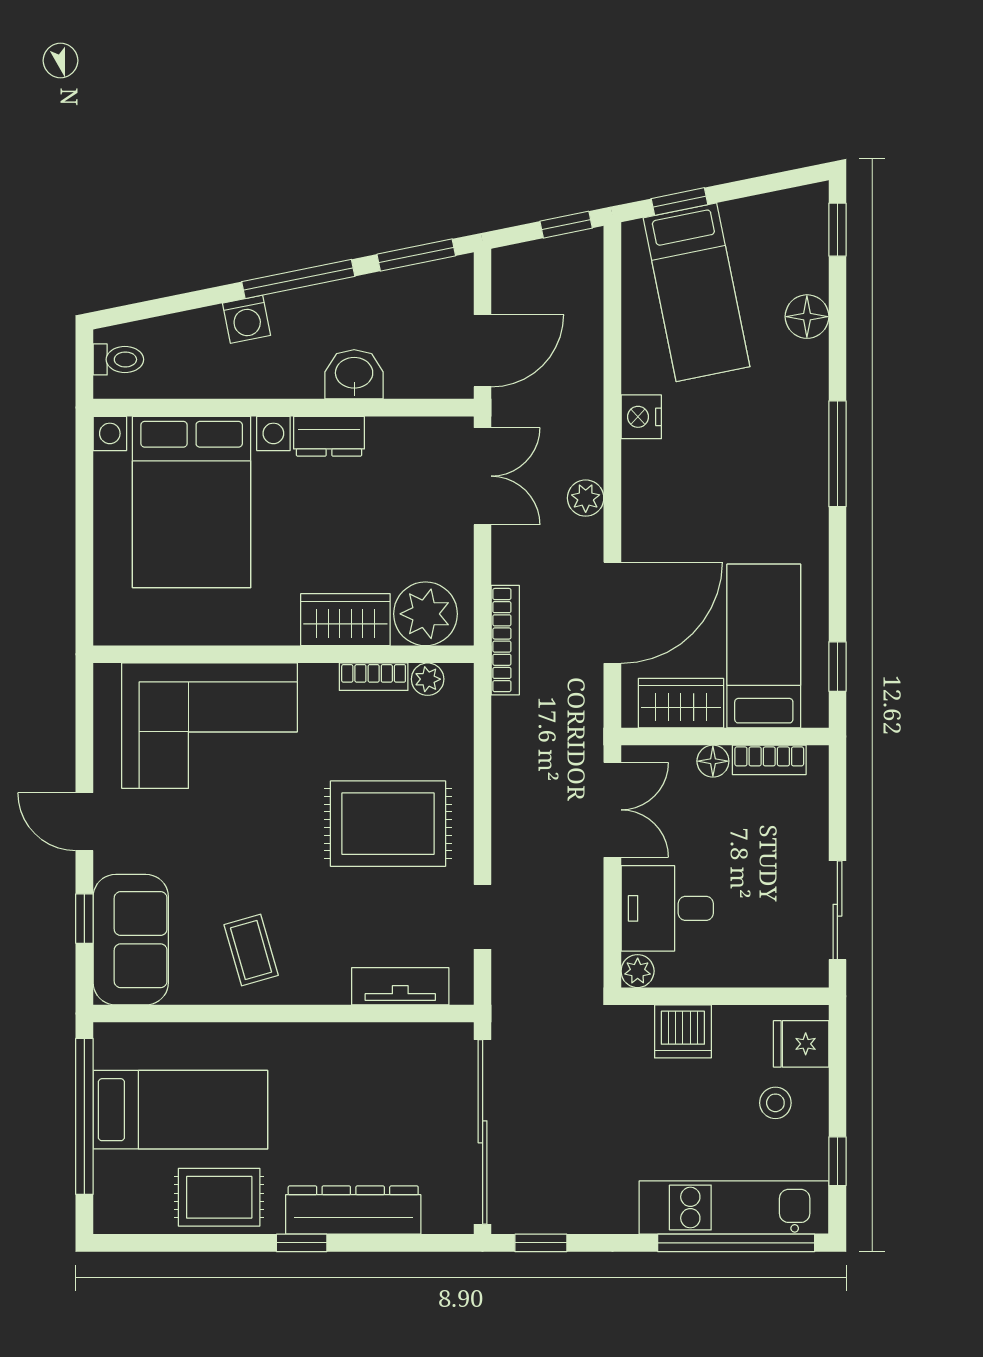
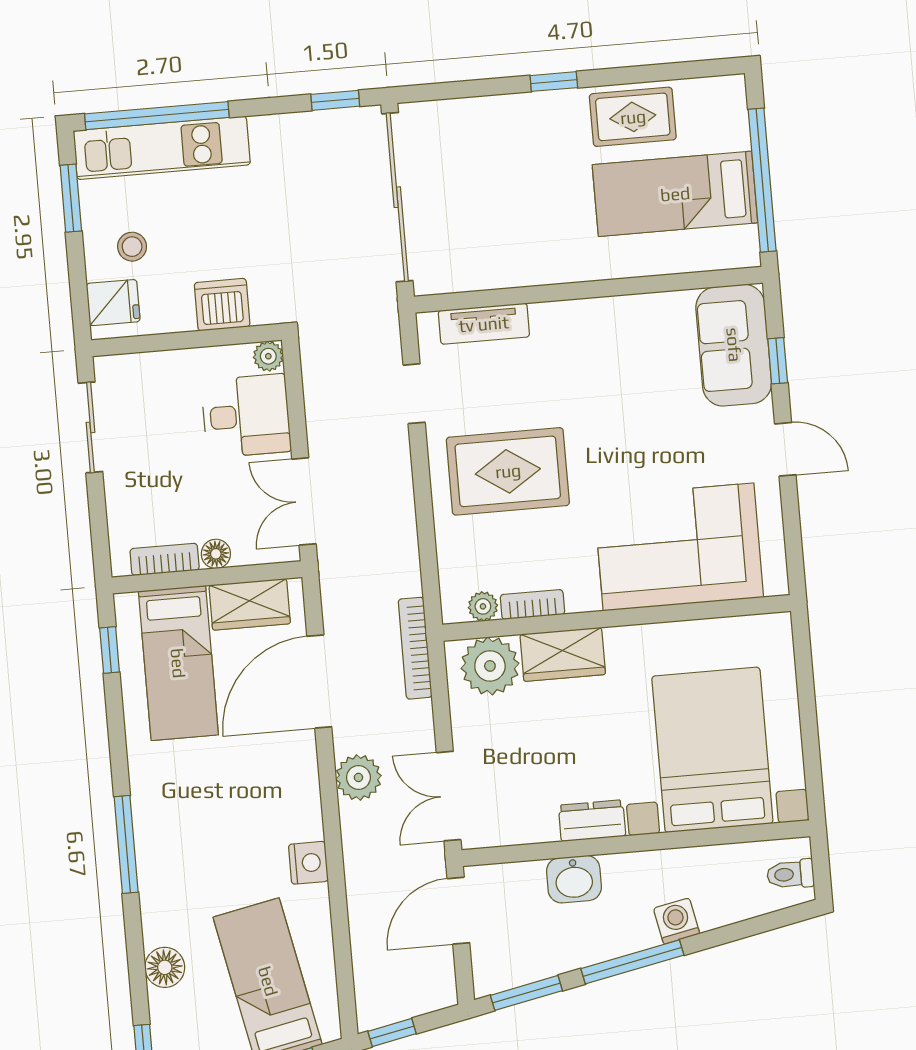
plant: (586, 498) -> (358, 777), width x1.38, depth x1.38
coffee table: (251, 950) -> (623, 345), removed
window: (837, 1161) -> (71, 198), width x1.50
dresser: (353, 1210) -> (509, 116), removed

